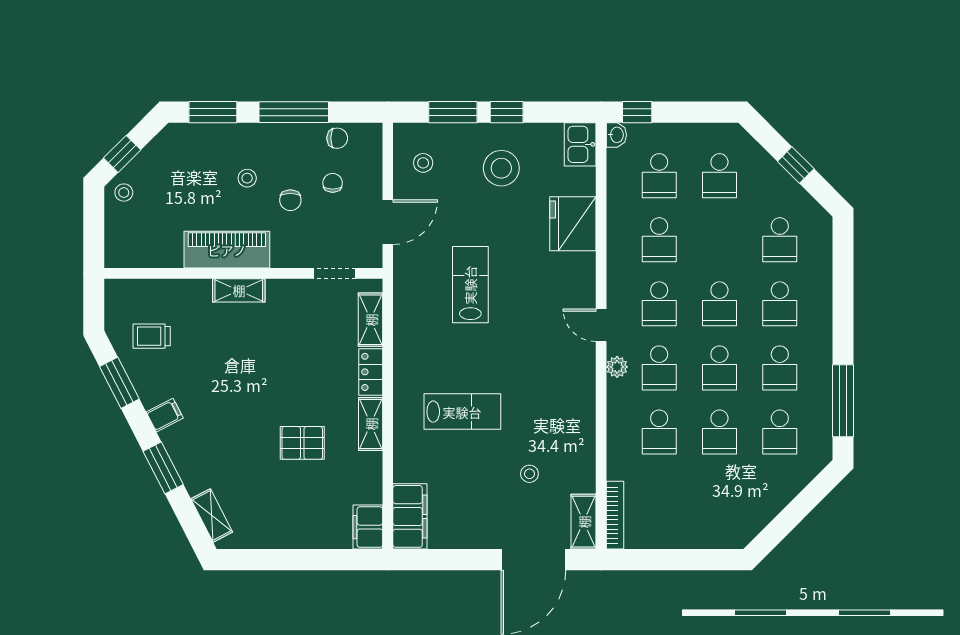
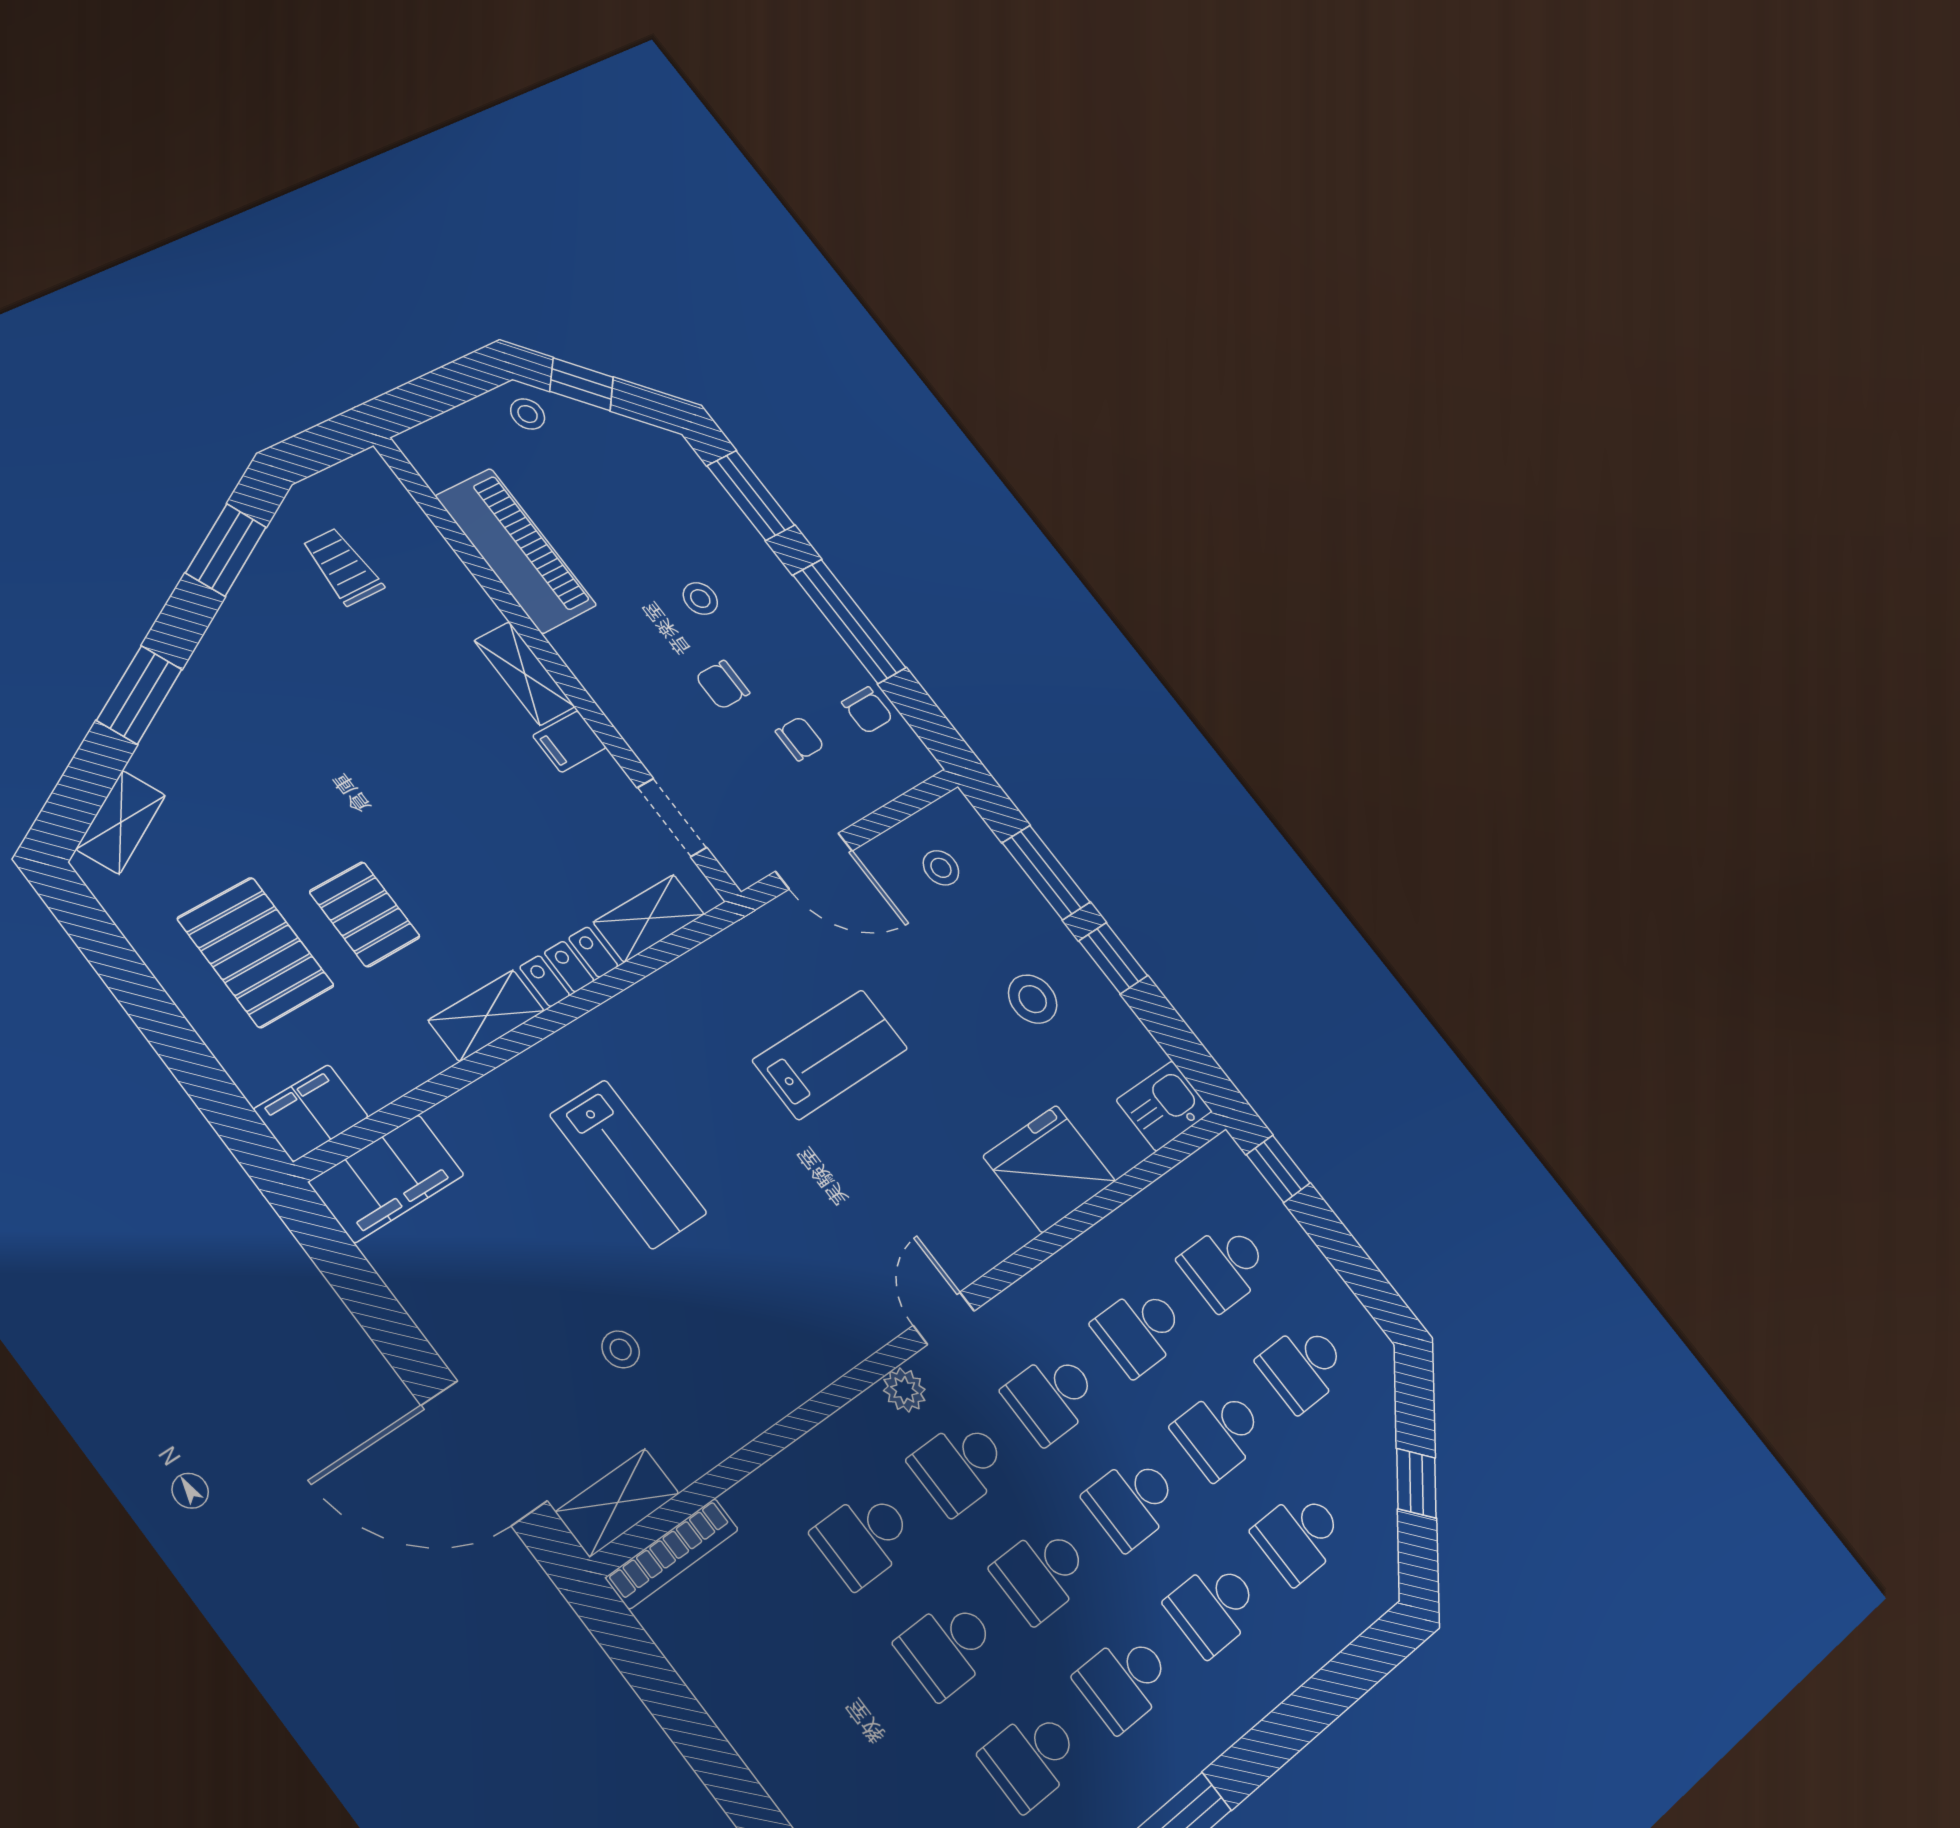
washbasin: (616, 135) -> (1223, 1156), removed
stool: (501, 168) -> (1033, 999), width x0.73, depth x0.73
school desk: (719, 240) -> (1220, 1433), added
piano: (227, 250) -> (516, 551), moved
filing cabinet: (165, 415) -> (569, 742), moved, turned 117
pallet: (293, 500) -> (256, 952), added

